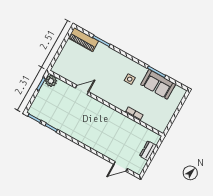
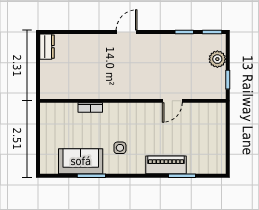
piano: (83, 40) -> (166, 165), moved
plant: (51, 81) -> (217, 59), moved
dresser: (148, 151) -> (47, 47), moved
door: (120, 166) -> (127, 32), moved

